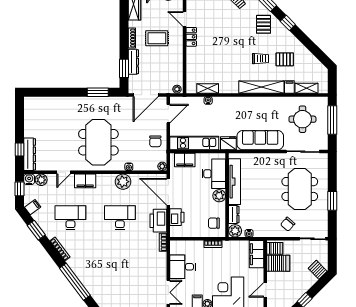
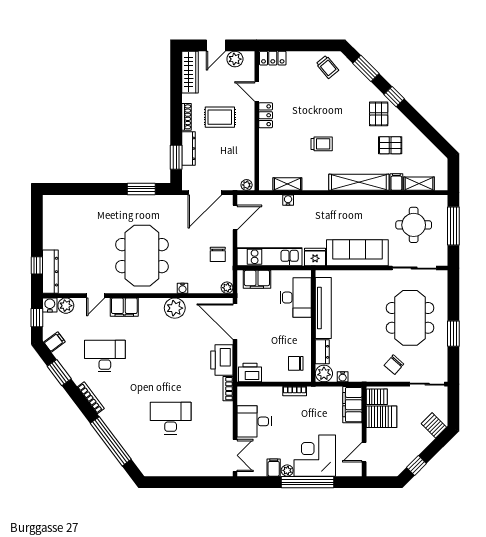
pallet: (263, 24) -> (379, 114), moved
trolley: (260, 59) -> (322, 144), moved
plant: (219, 196) -> (303, 327), removed
printer: (177, 217) -> (250, 373), moved, turned -90
desk: (120, 218) -> (171, 418), moved

